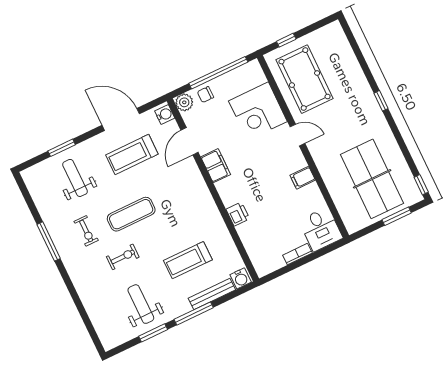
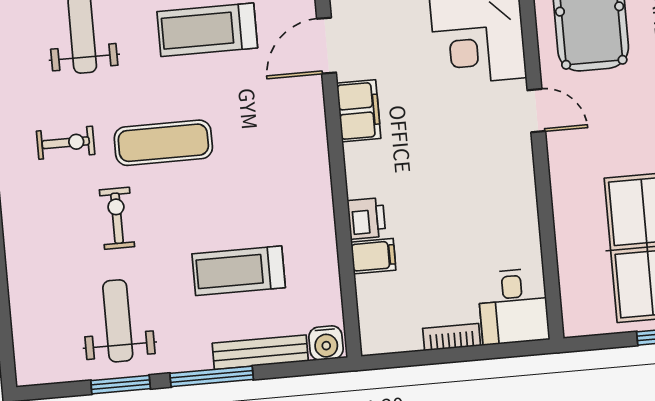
filing cabinet: (303, 178) -> (373, 256), moved, turned 180
exercise bike: (86, 231) -> (66, 143), turned -90
exercise bike: (123, 257) -> (117, 218), turned -90

